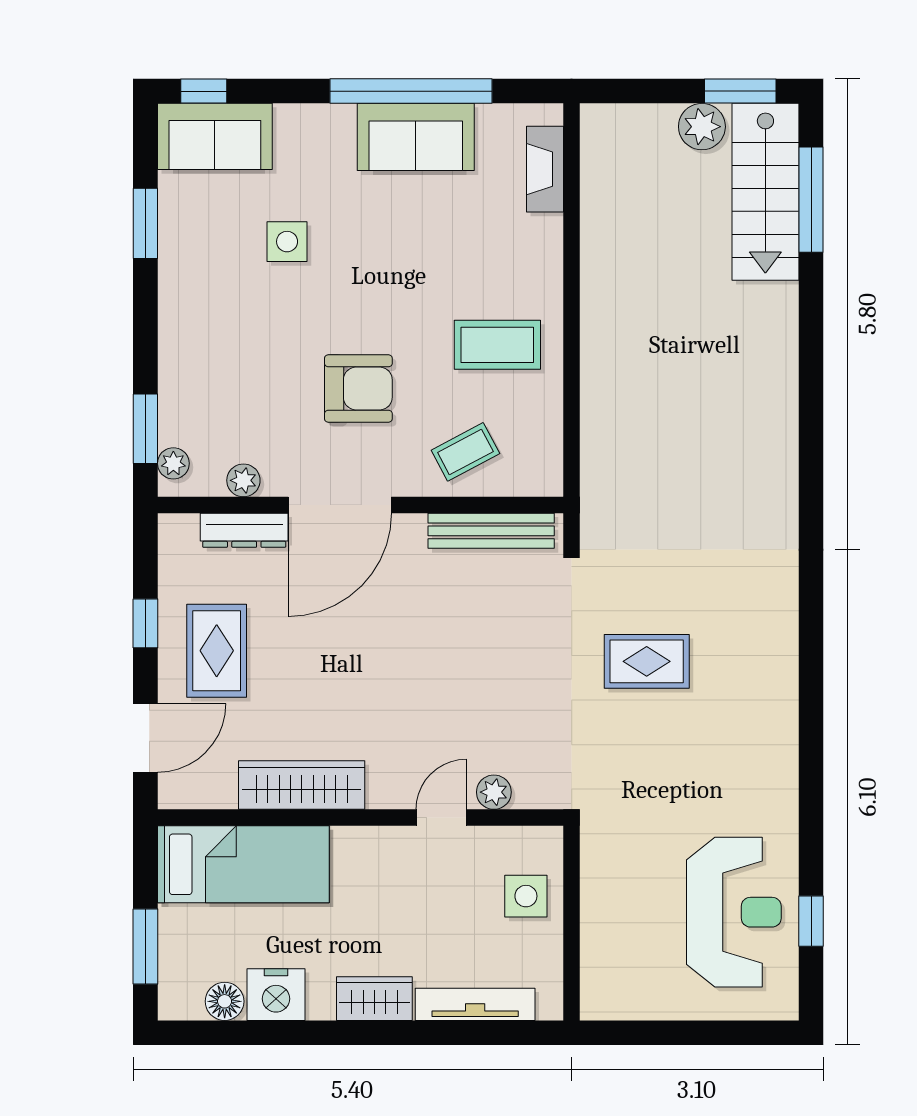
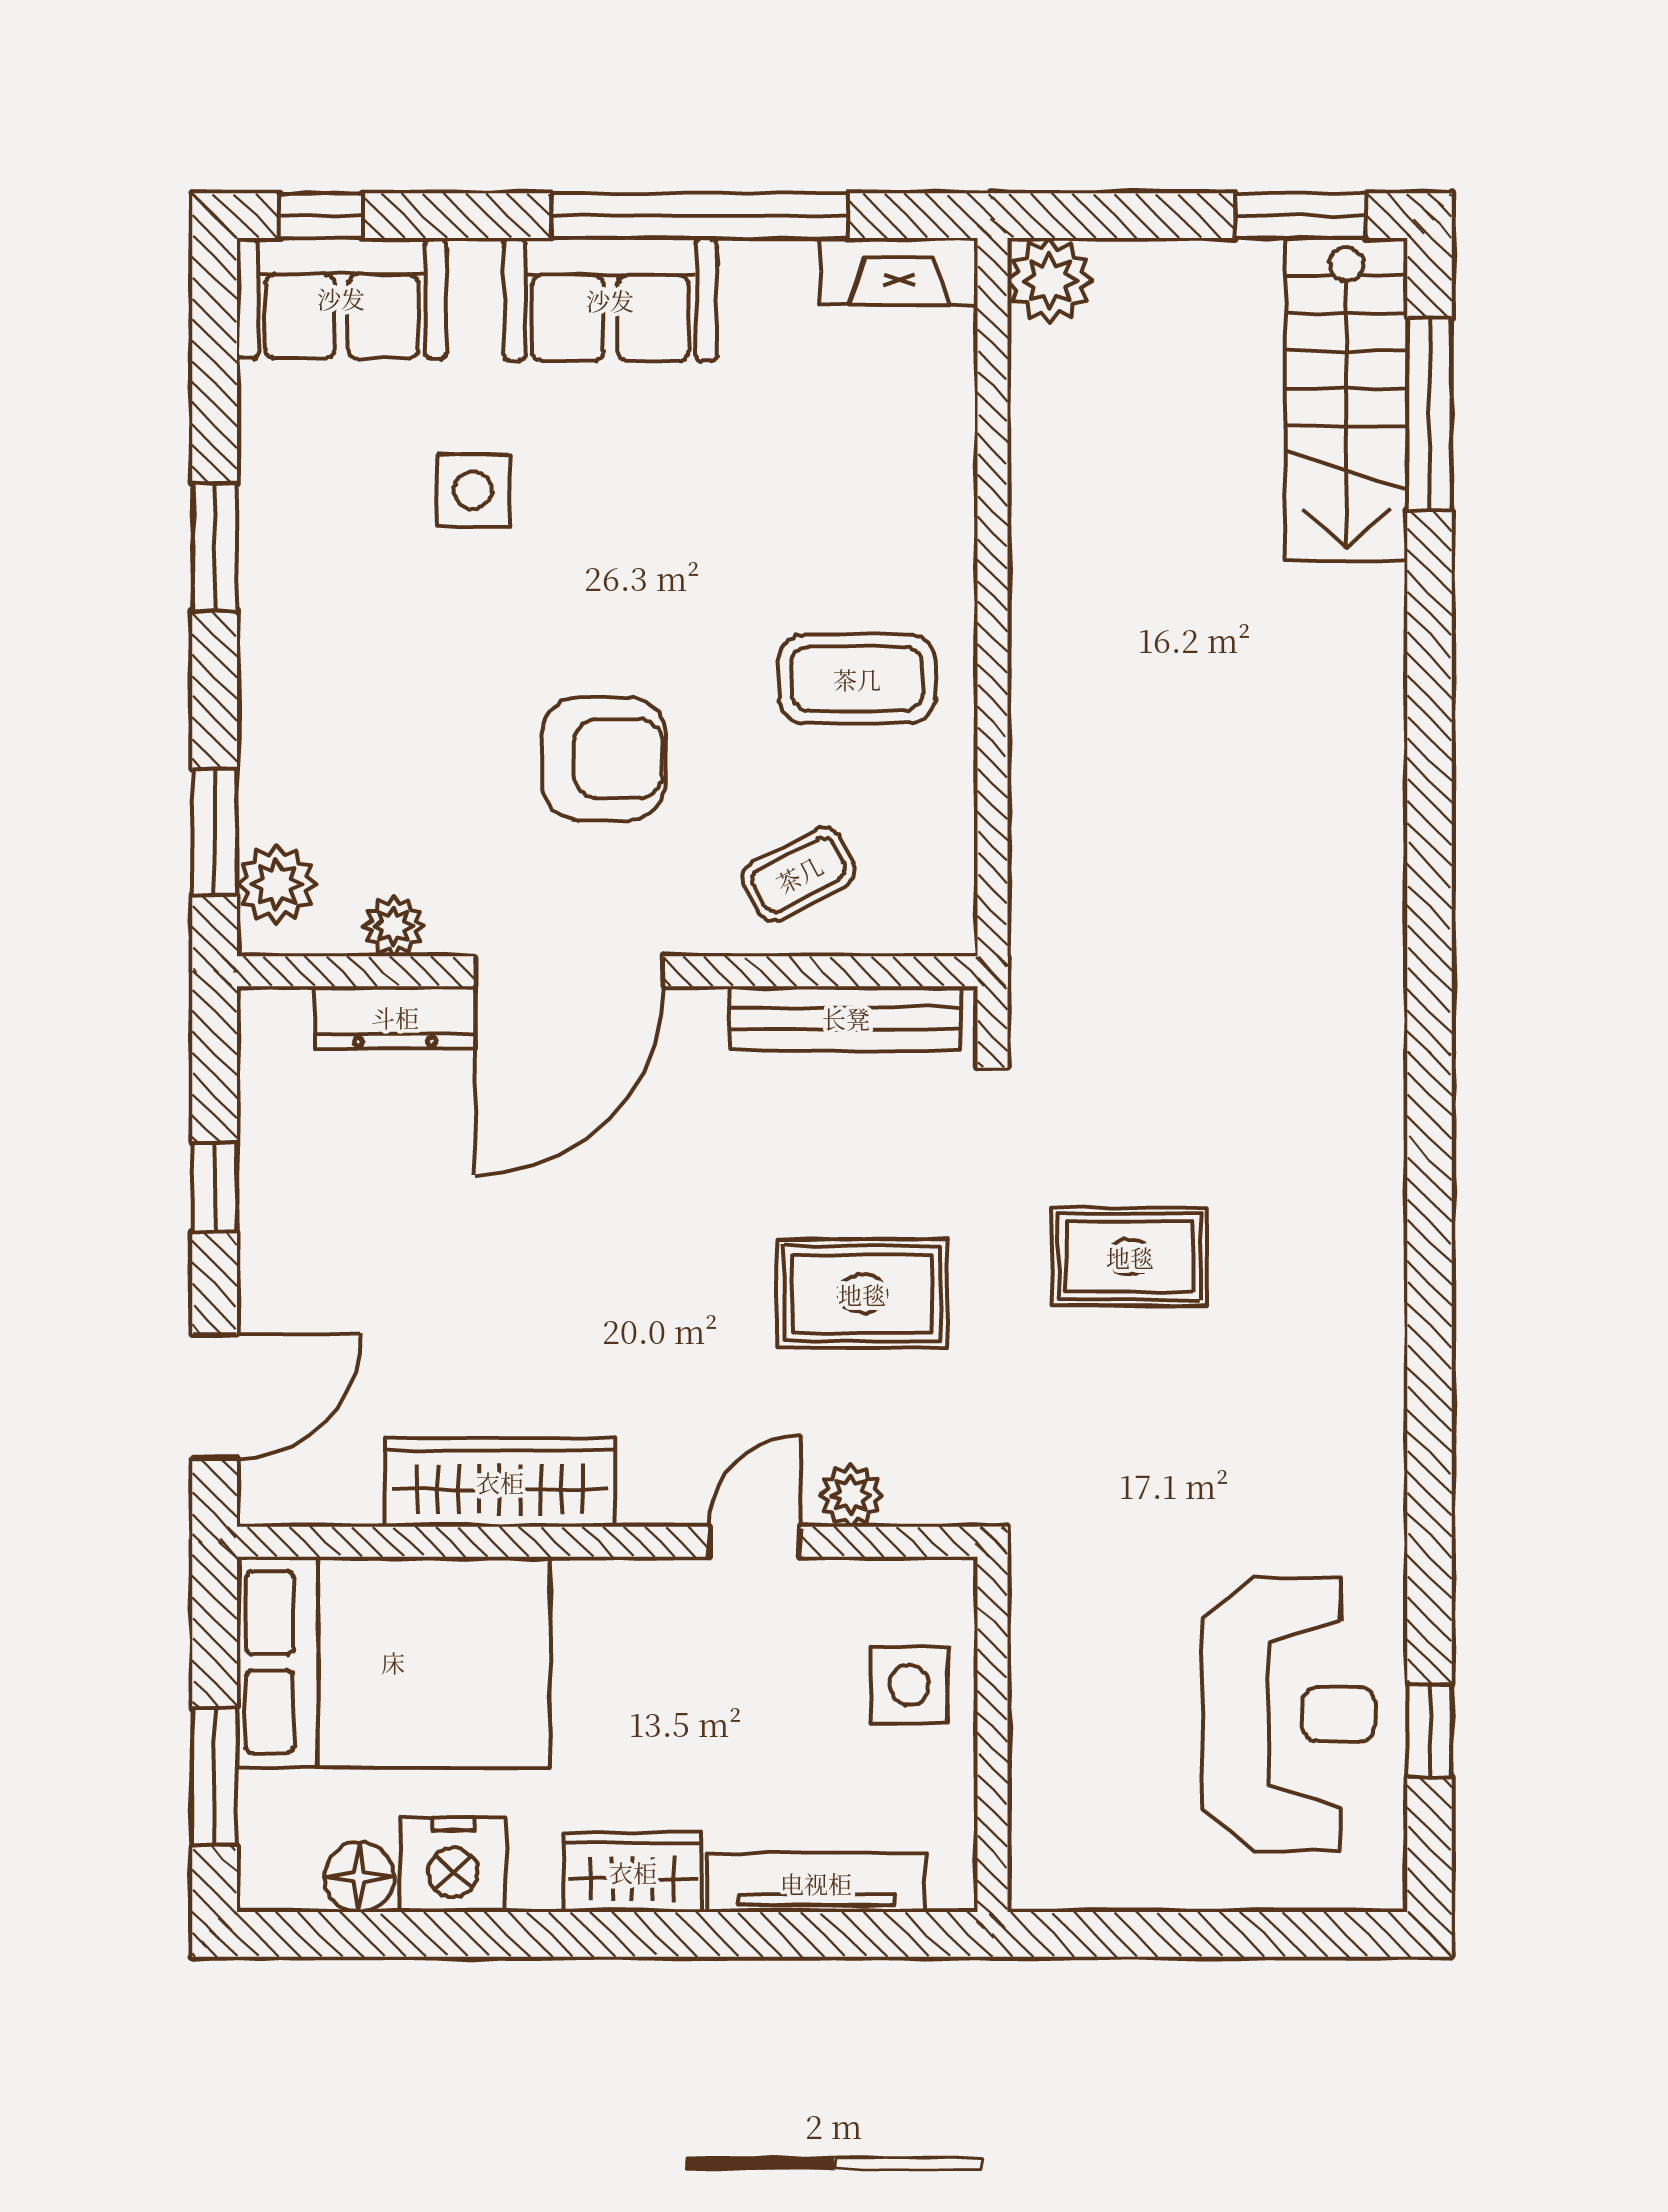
plant: (702, 127) -> (1050, 281), moved
sofa: (416, 137) -> (610, 300), moved
fireplace: (545, 169) -> (899, 271), moved, turned -90
window: (145, 223) -> (215, 547), moved
plant: (173, 463) -> (276, 884), width x1.38, depth x1.38
rug: (217, 651) -> (862, 1294), moved, turned 90
bed: (243, 864) -> (393, 1662), width x1.50

